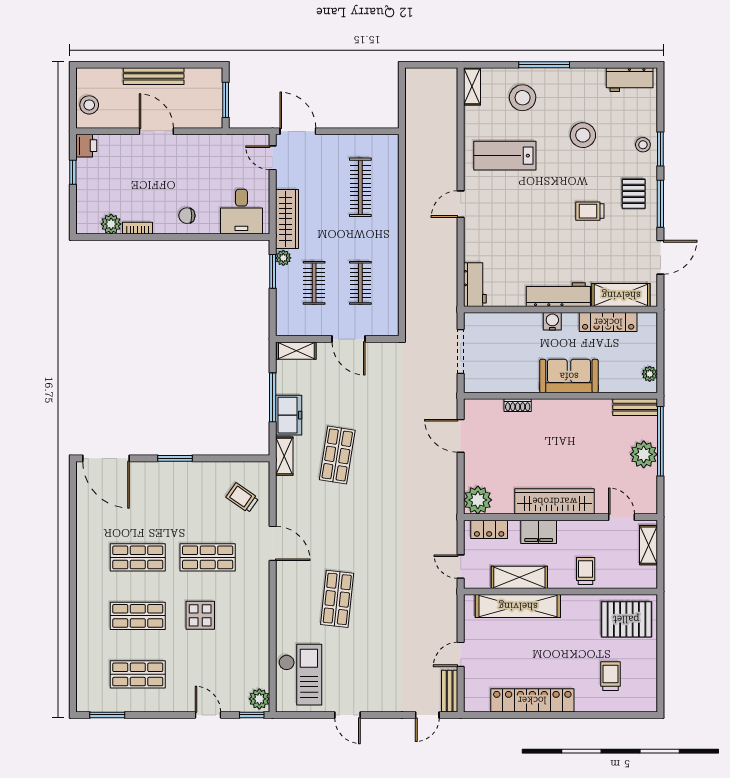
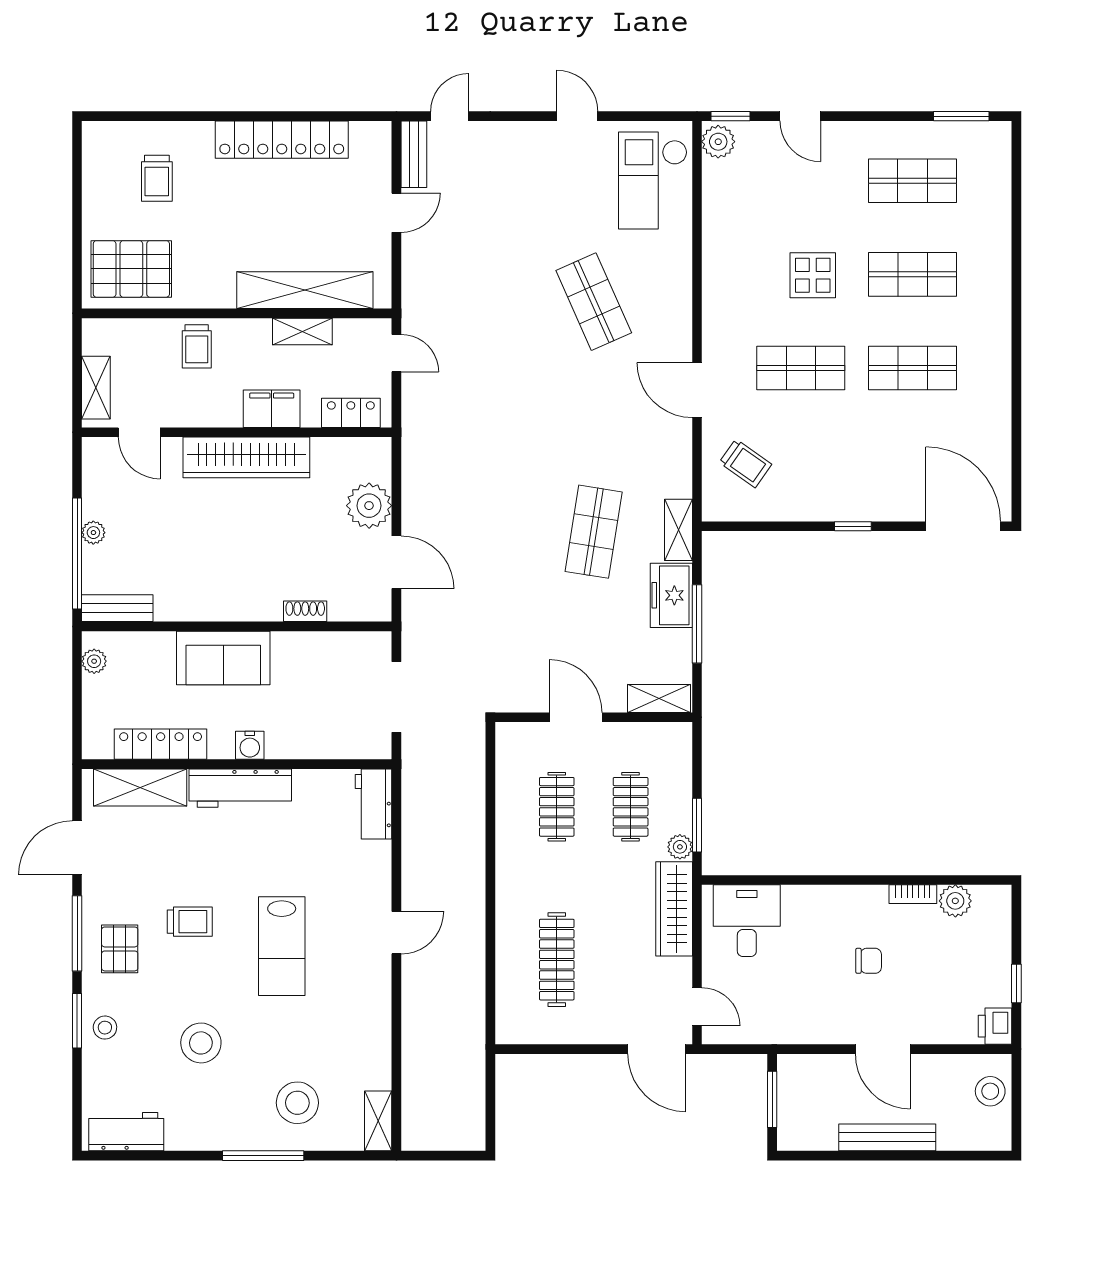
lab bench: (505, 156) -> (282, 946), moved, turned 90
chair: (187, 216) -> (869, 961), moved
plant: (644, 454) -> (93, 533), width x0.53, depth x0.53
window: (175, 458) -> (853, 526), width x0.67
plant: (478, 500) -> (369, 506), moved
shelving: (519, 577) -> (302, 331), width x0.67, depth x0.75
shop shelf: (337, 599) -> (594, 302), turned -30

